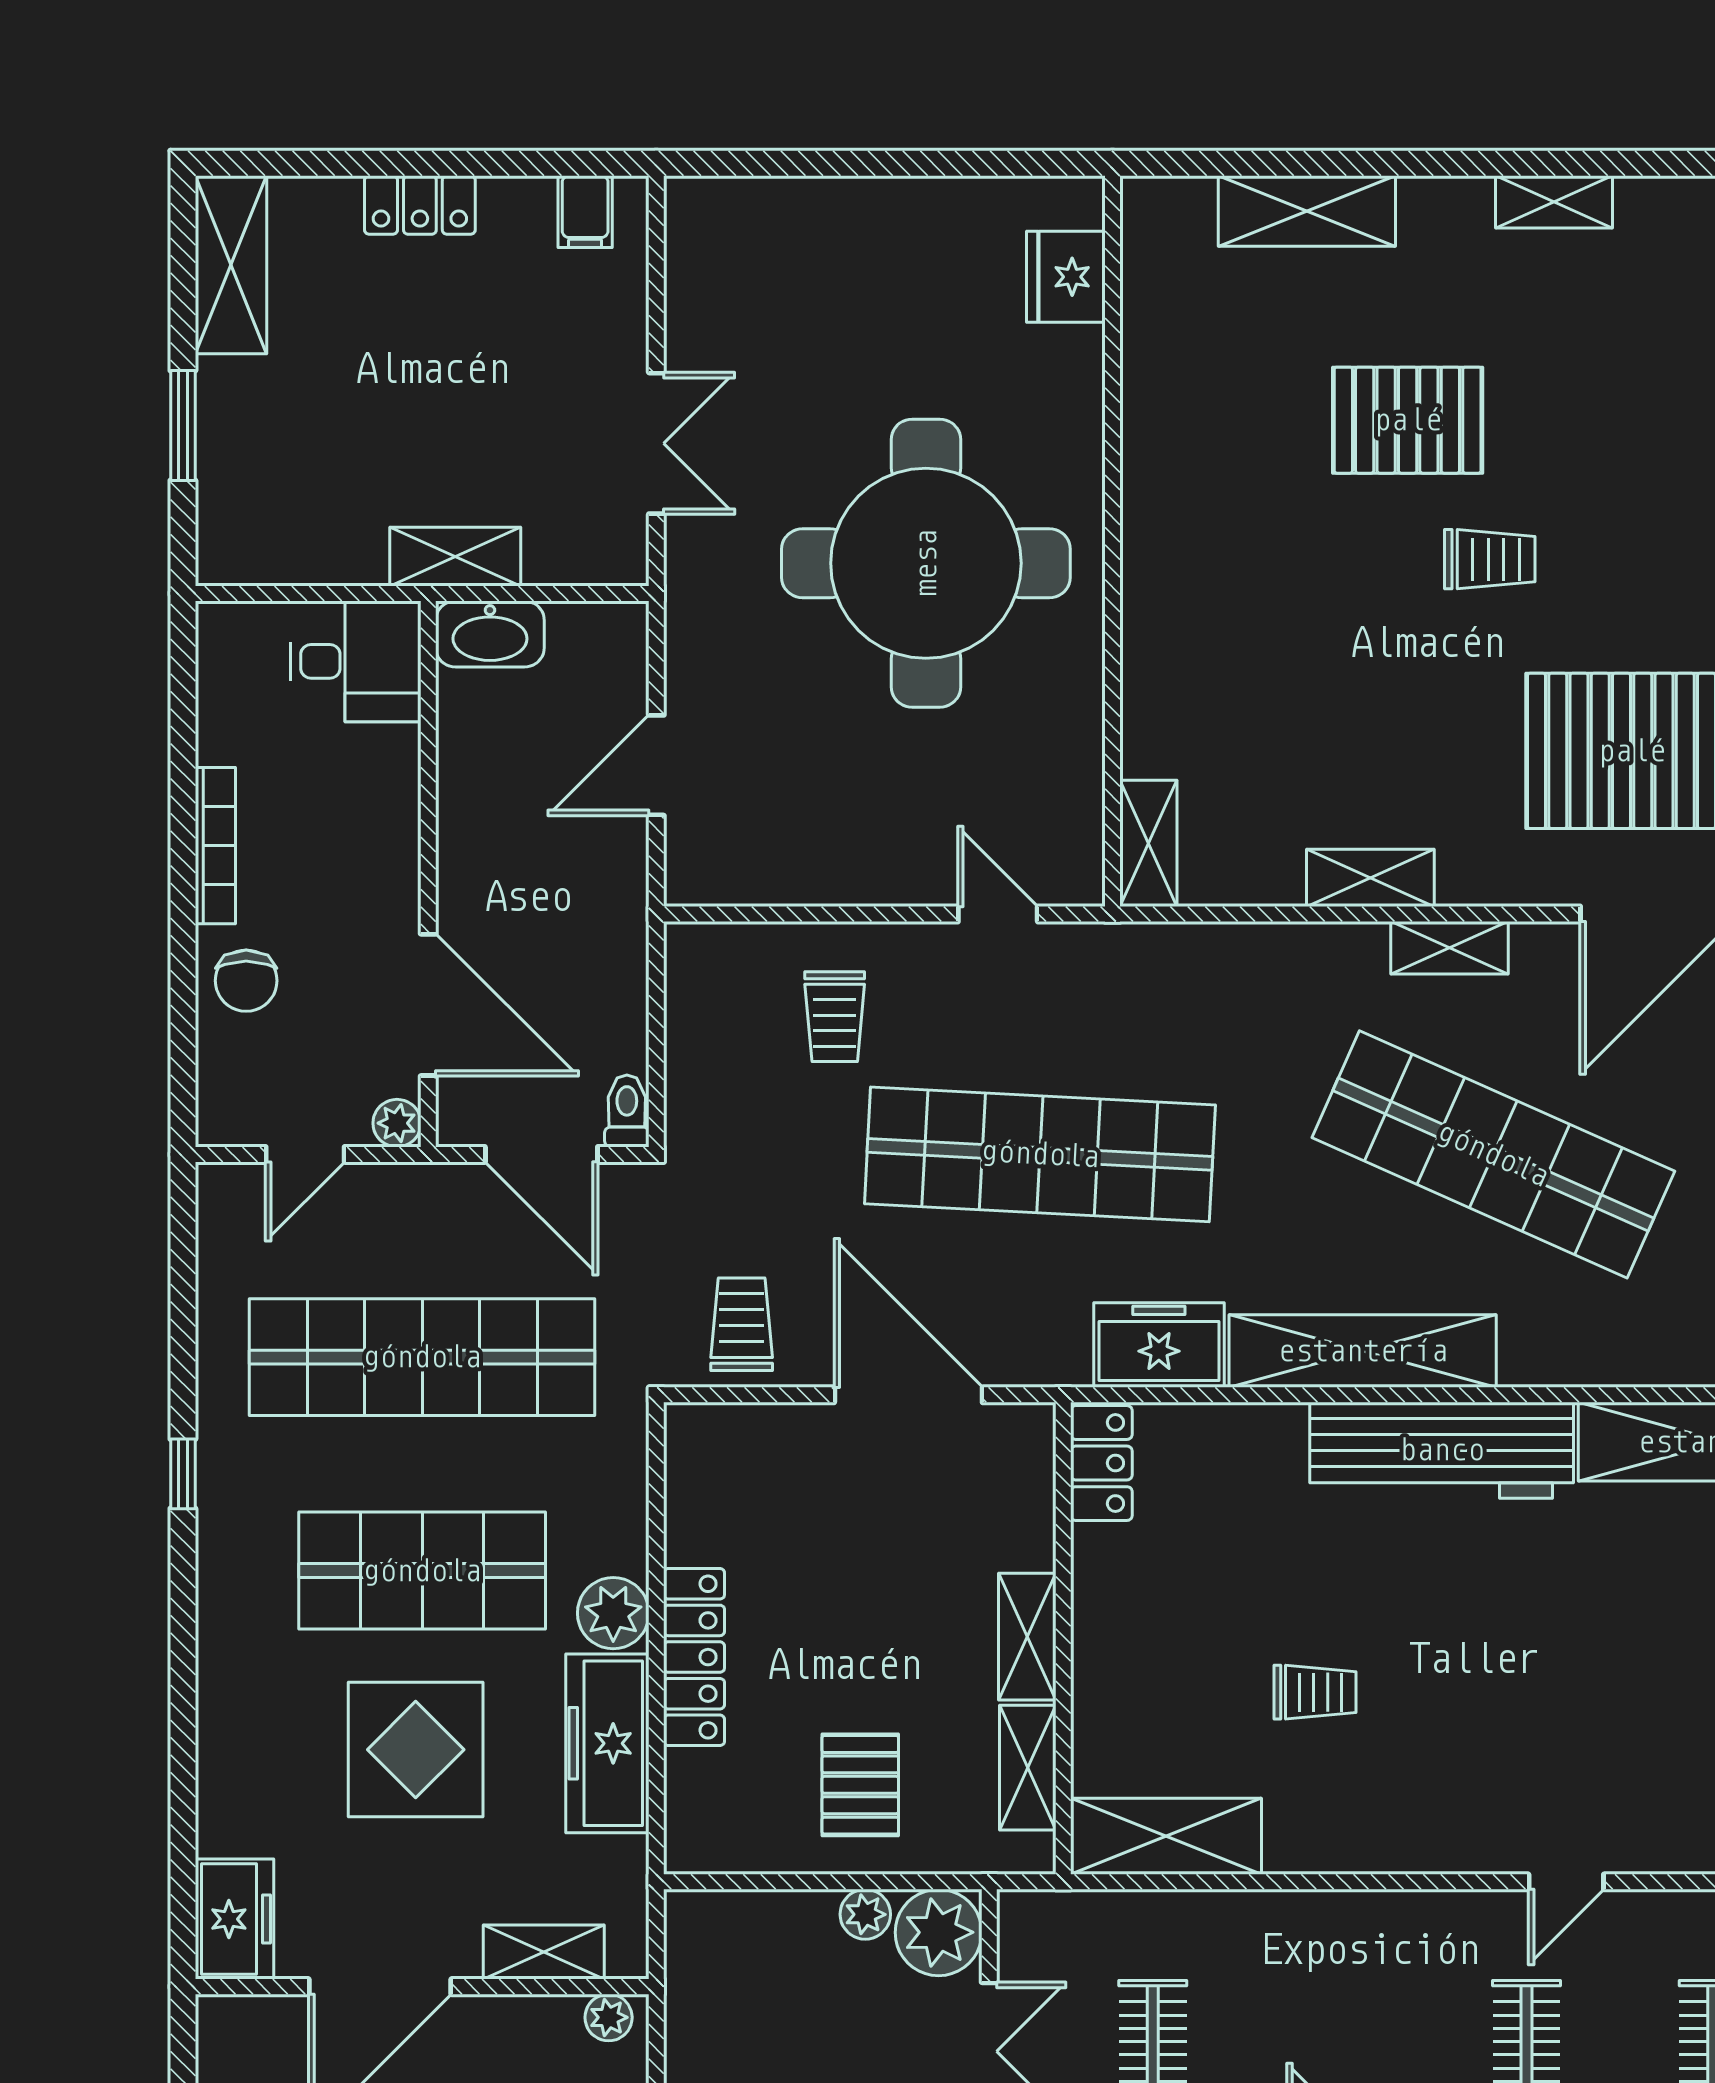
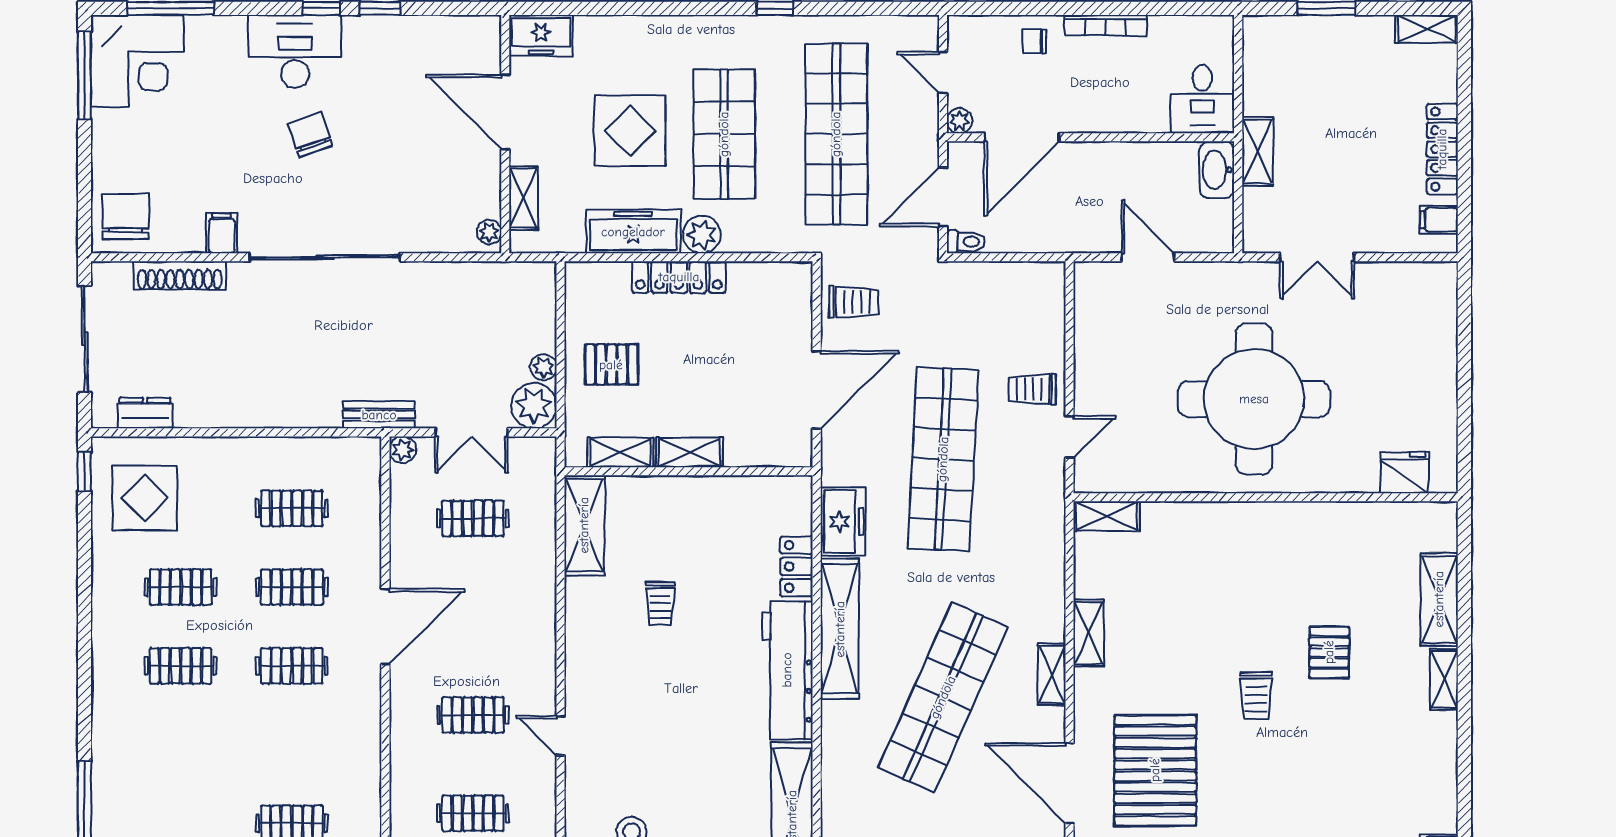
shelving: (1554, 202) -> (1444, 679), moved
locker: (420, 205) -> (1442, 149), width x1.53
shelving: (231, 265) -> (1427, 29), width x0.67, depth x0.75
pallet: (1408, 420) -> (1329, 652), width x0.67, depth x0.71
chair: (246, 981) -> (1034, 42), width x0.73, depth x0.73
trolley: (835, 1017) -> (1032, 389), moved
locker: (1101, 1463) -> (797, 566), moved, turned 90

